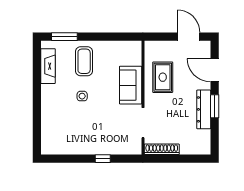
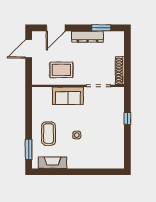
coffee table: (84, 61) -> (49, 134), turned 90
window: (215, 106) -> (101, 28), moved

